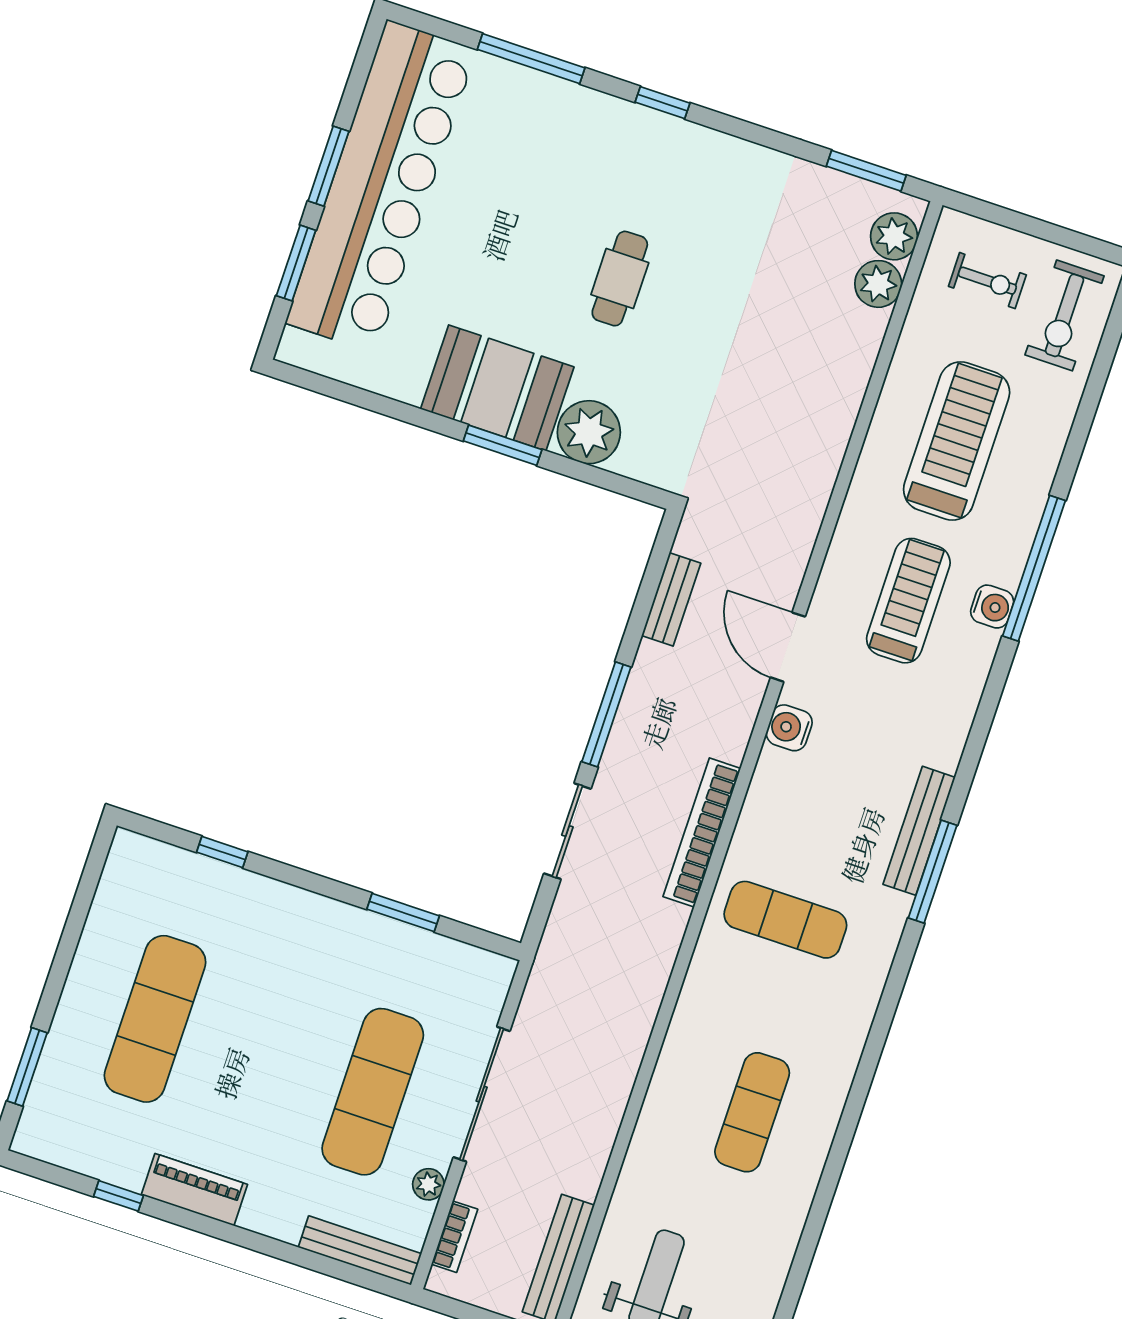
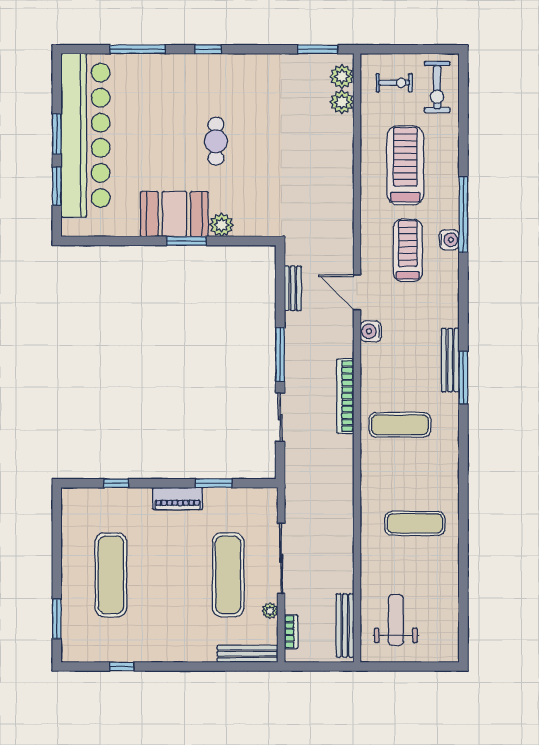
plant: (589, 432) -> (222, 225), width x0.73, depth x0.73
exercise mat: (752, 1112) -> (415, 523), turned 90
piano: (194, 1190) -> (178, 499), moved, turned 180

